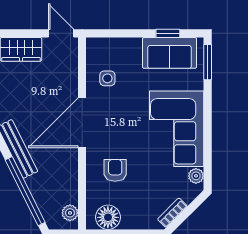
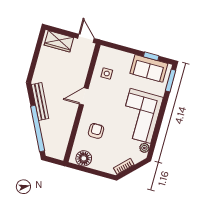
door: (82, 123) -> (84, 96), width x0.53
plant: (70, 213) -> (61, 149), removed

